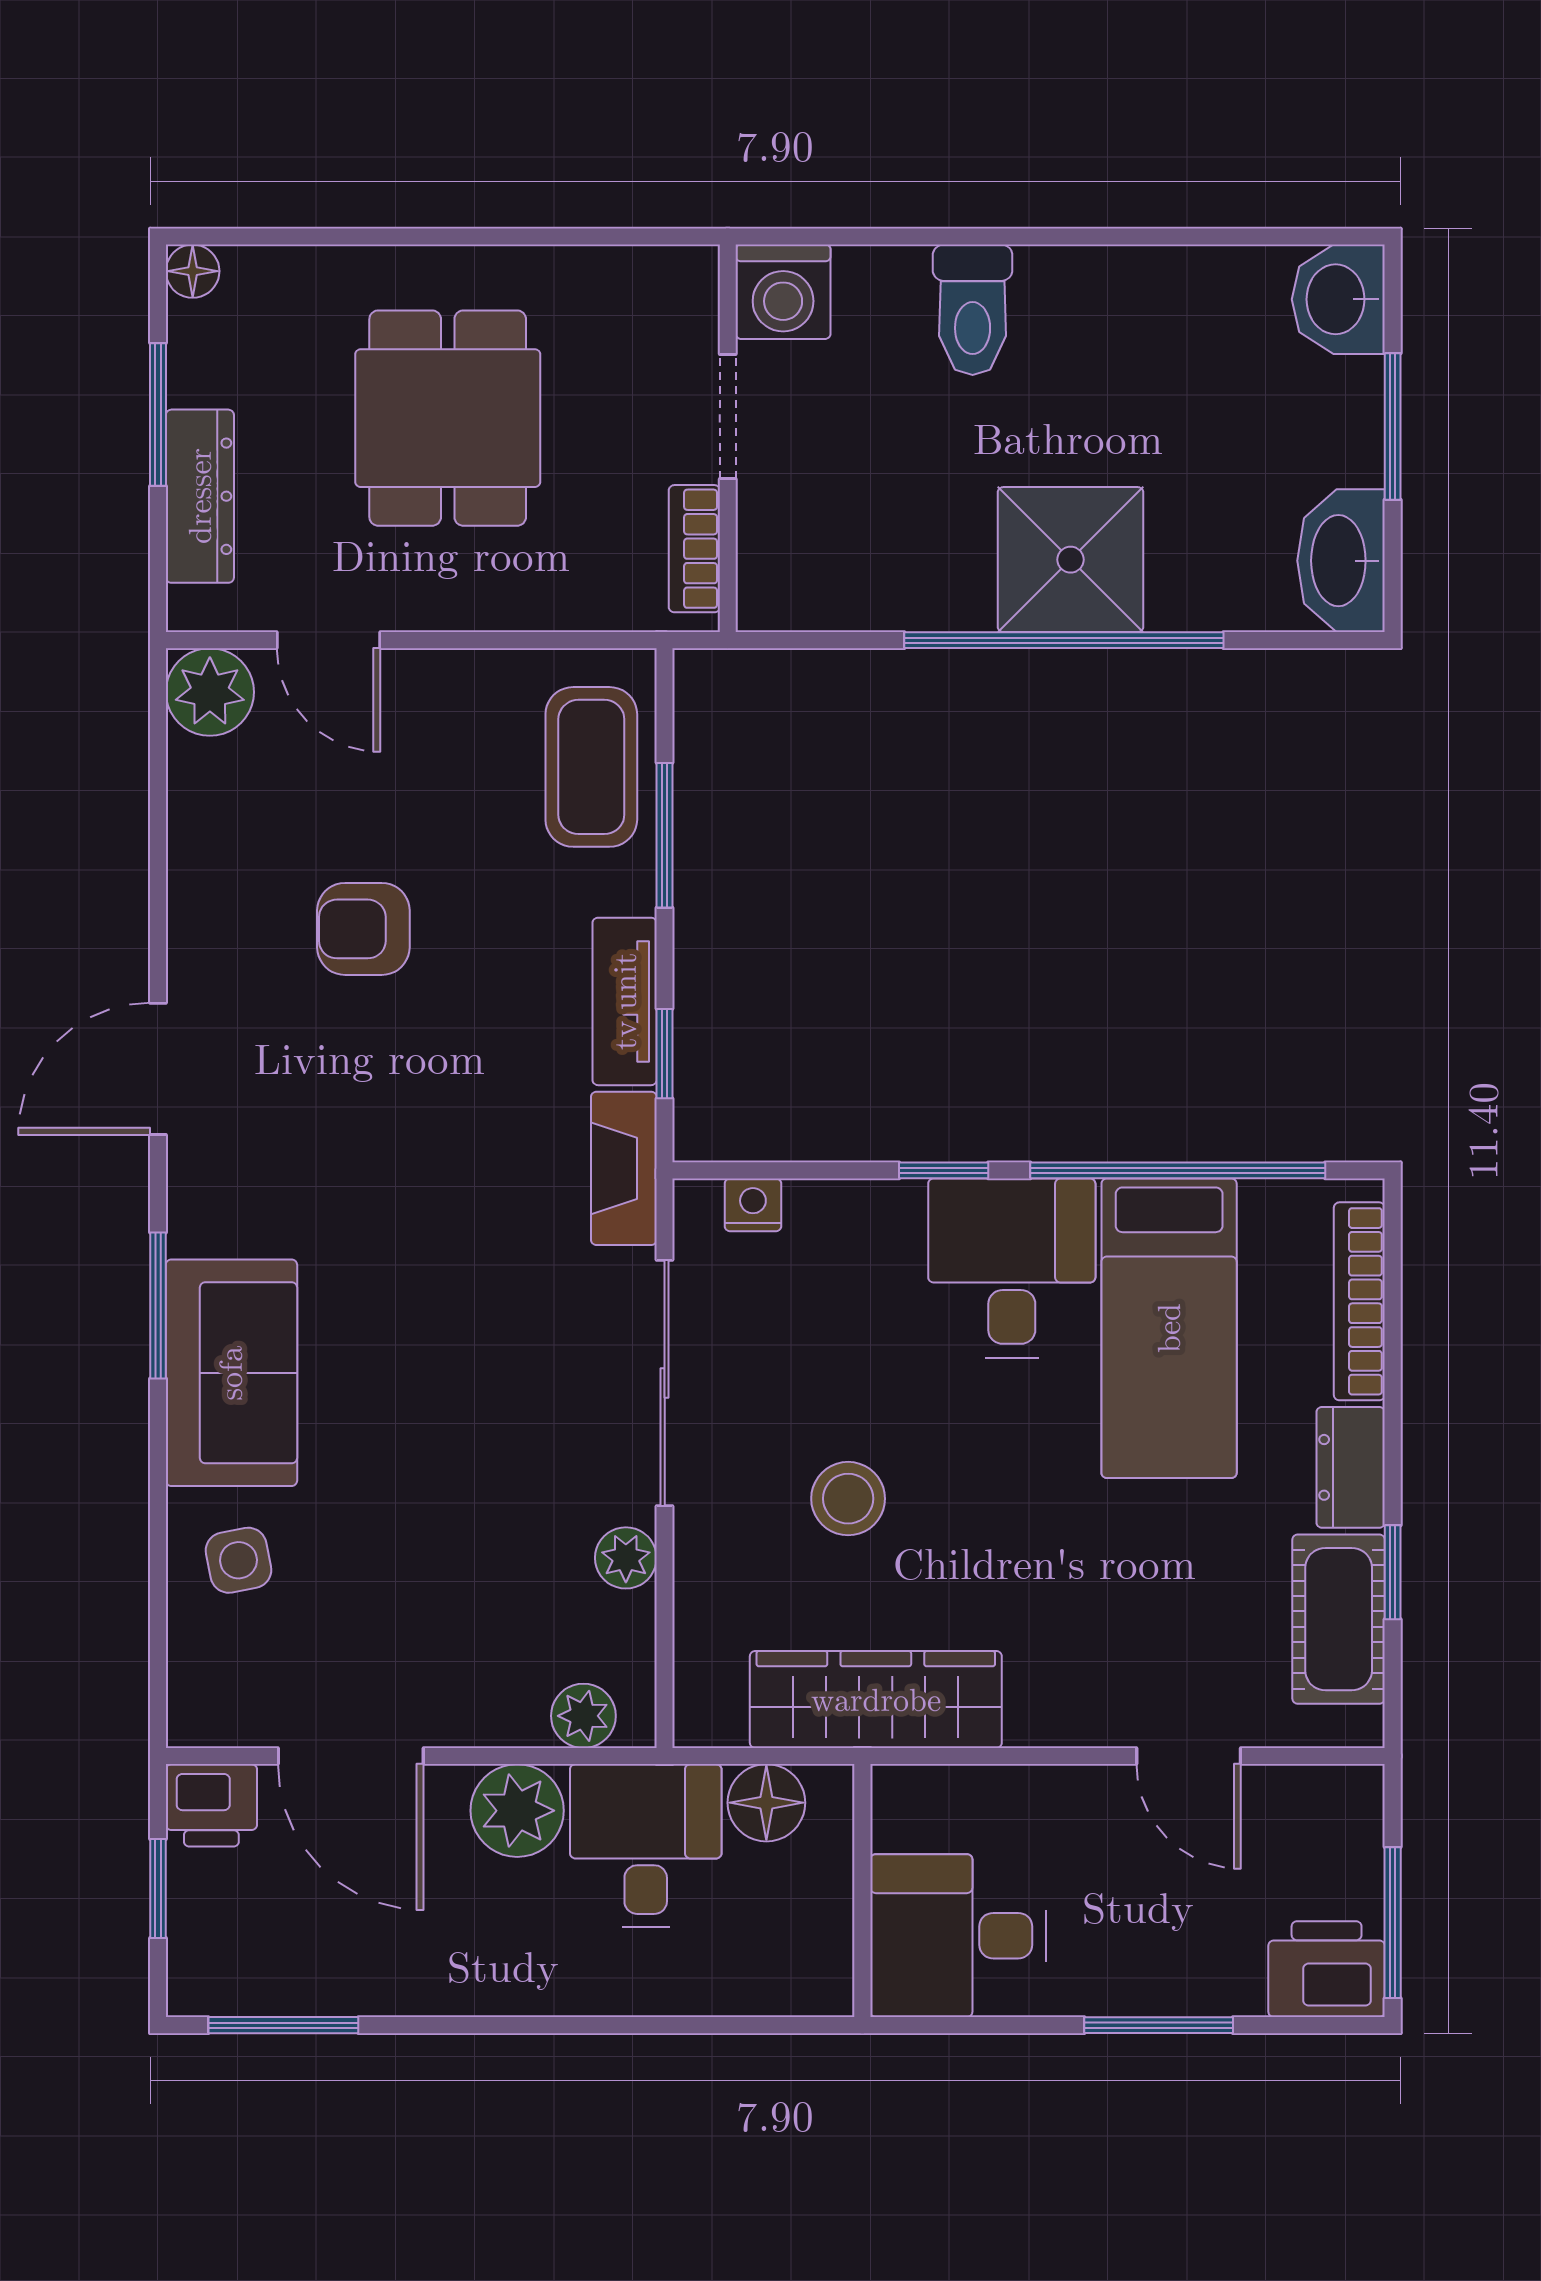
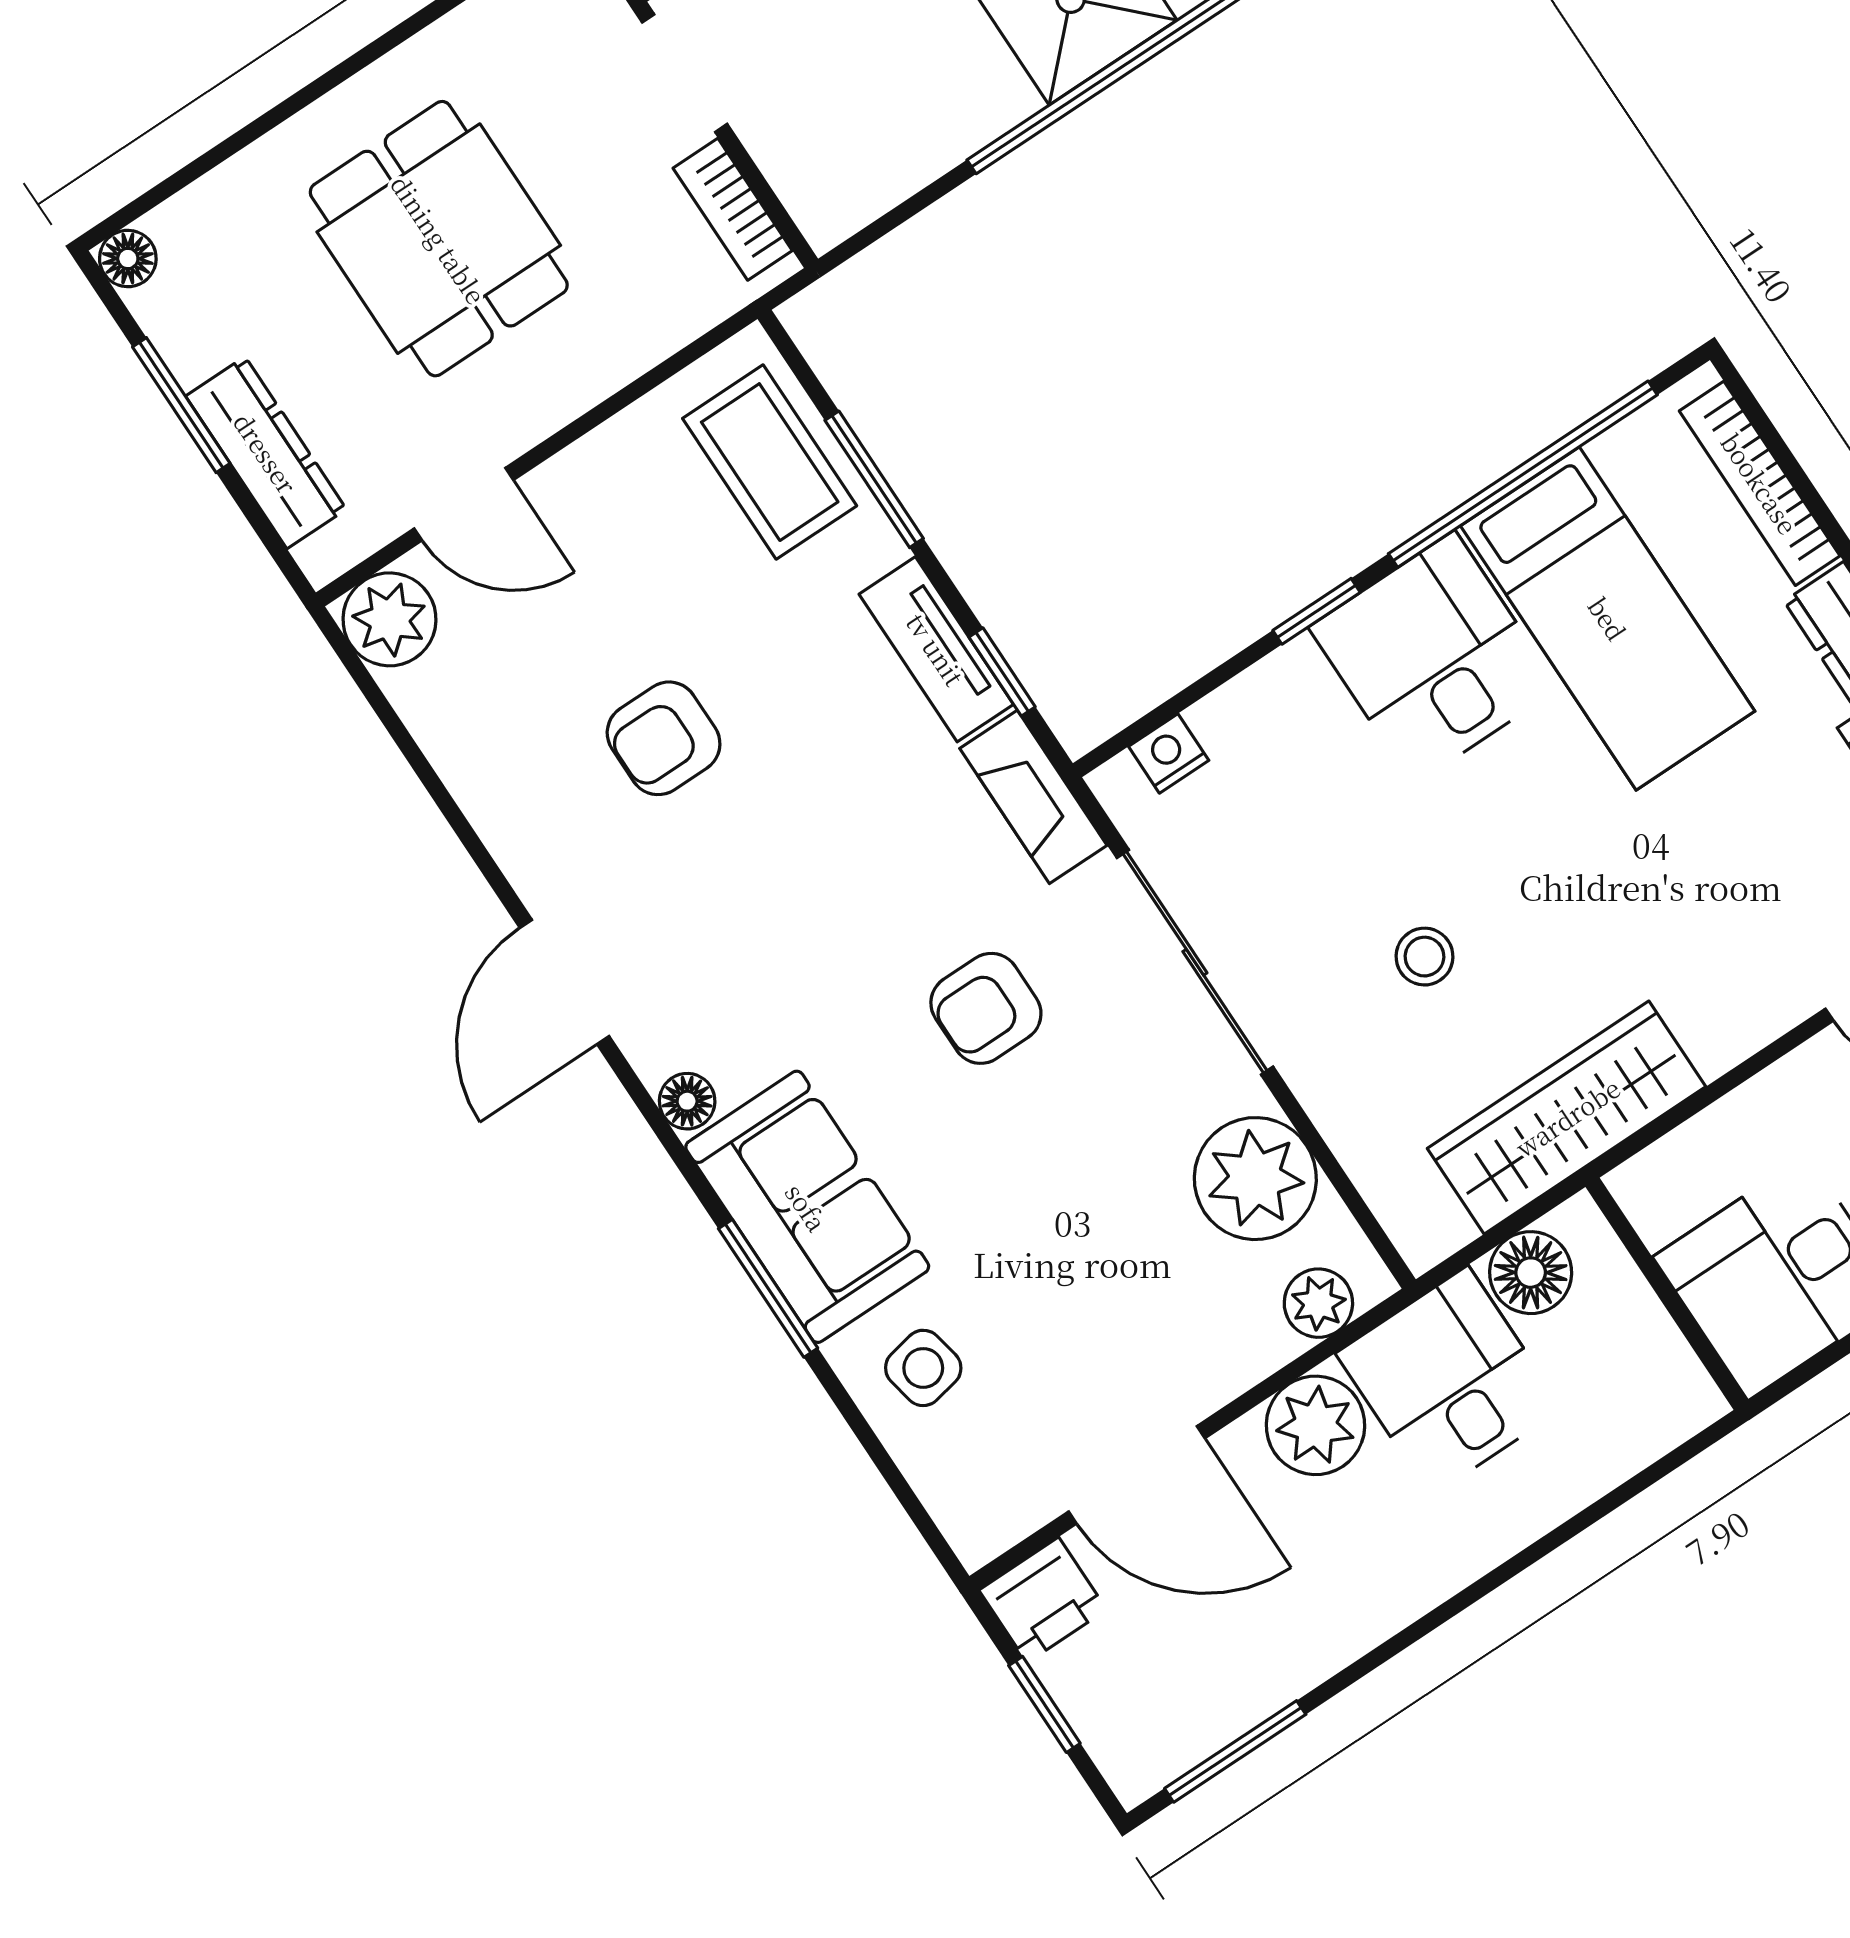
floor lamp: (192, 1227) -> (687, 1101), added
window: (158, 1305) -> (768, 1288), moved
armchair: (476, 1310) -> (986, 1008), added
stool: (848, 1499) -> (1424, 957), width x0.73, depth x0.73
plant: (626, 1558) -> (1255, 1179), width x1.88, depth x1.88

